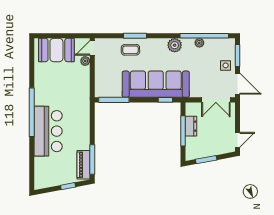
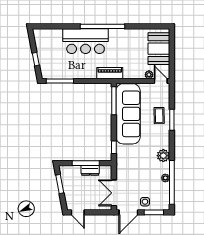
sofa: (156, 84) -> (128, 114), moved
piano: (83, 165) -> (110, 73), moved

